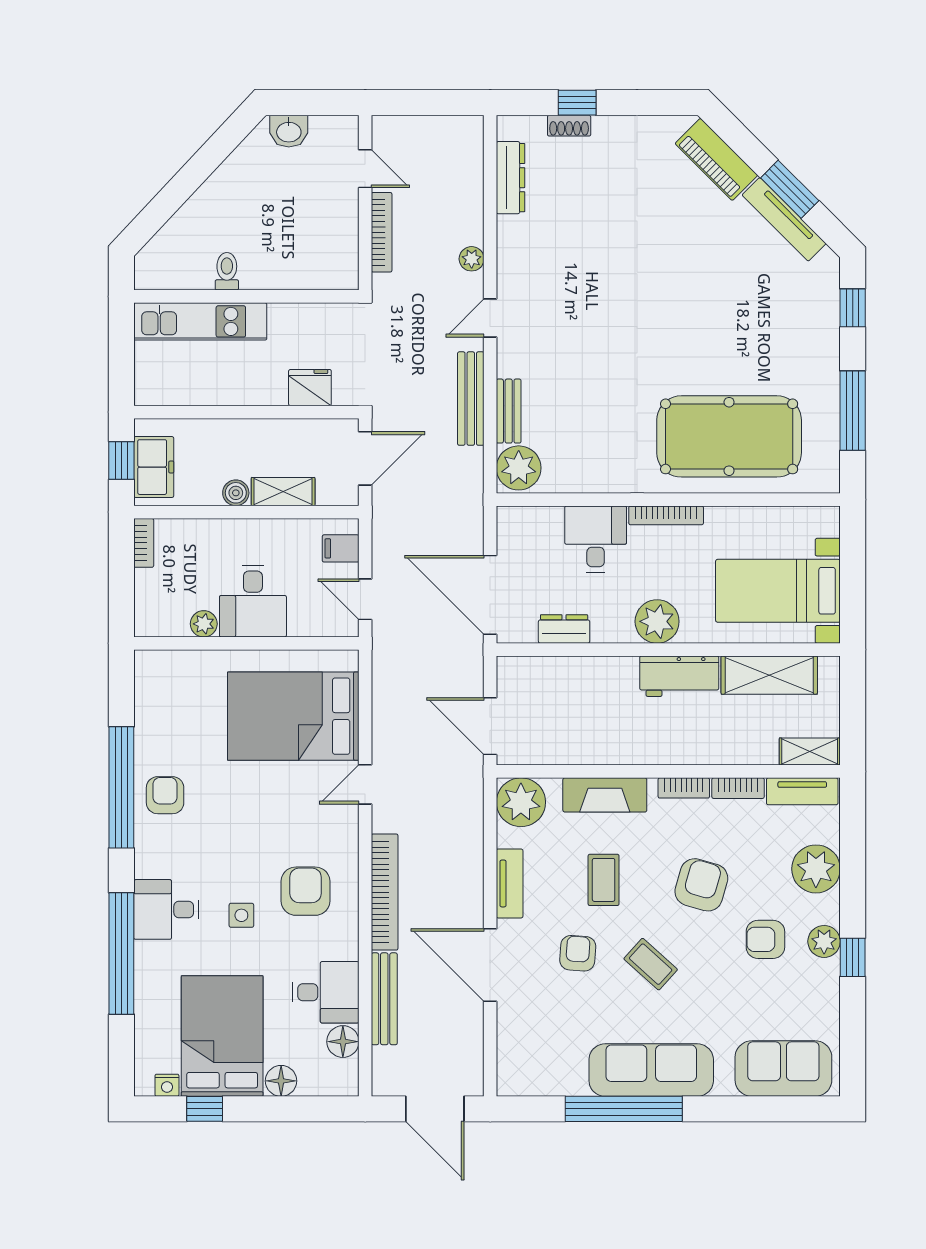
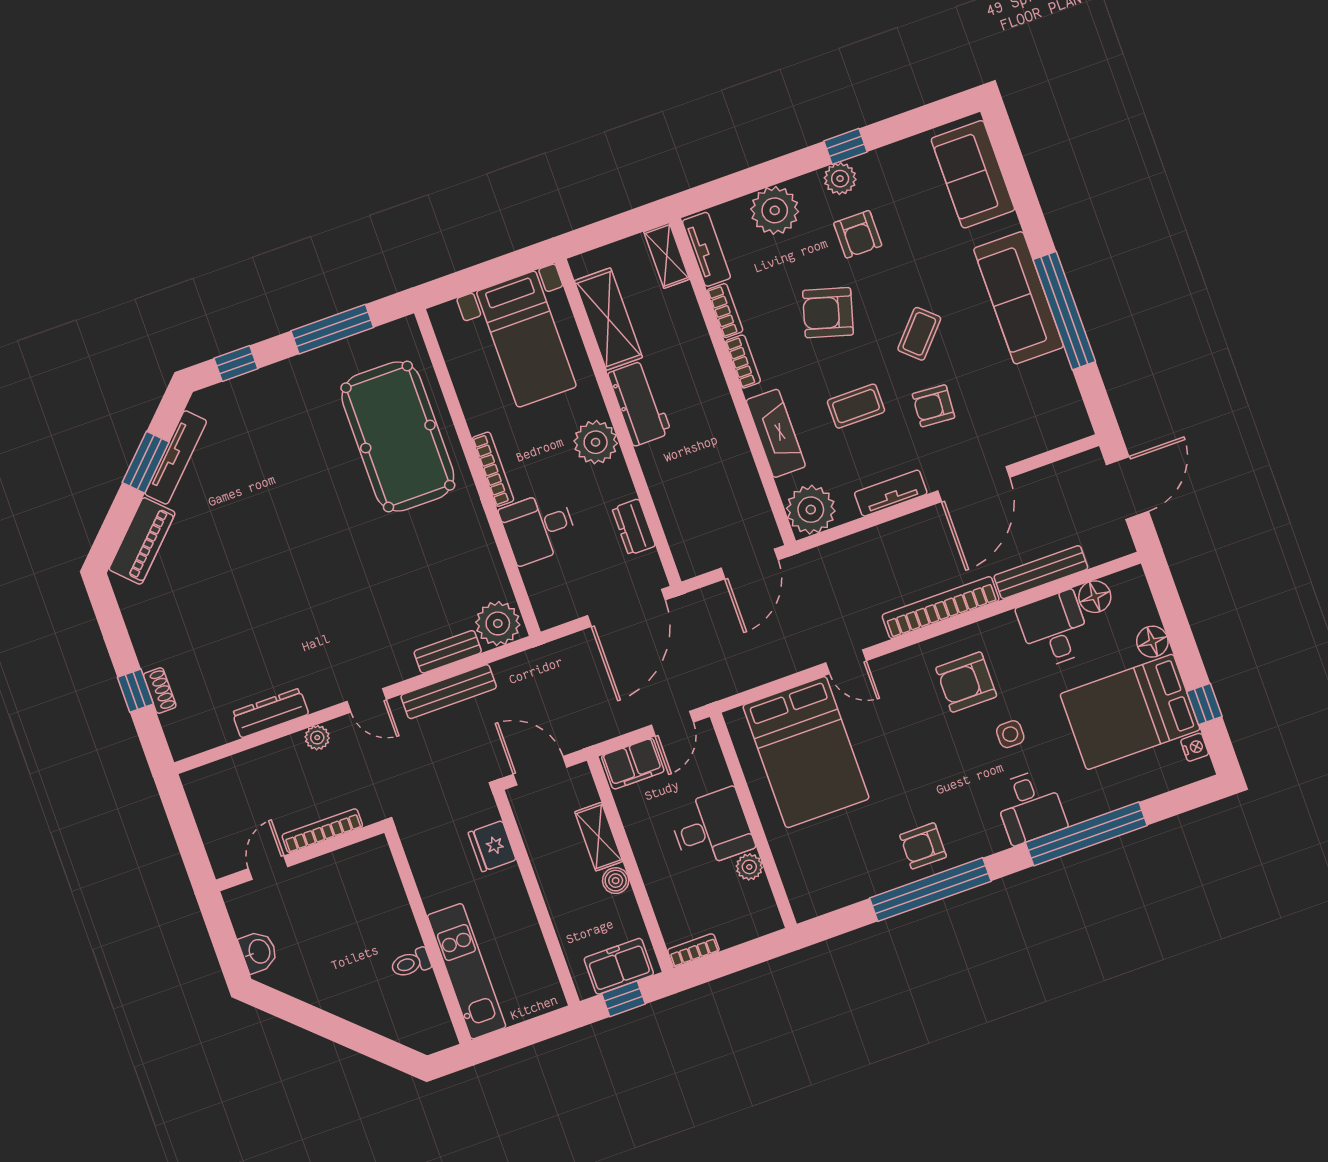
dresser: (511, 178) -> (270, 713), moved
filing cabinet: (341, 548) -> (633, 764), width x2.00

